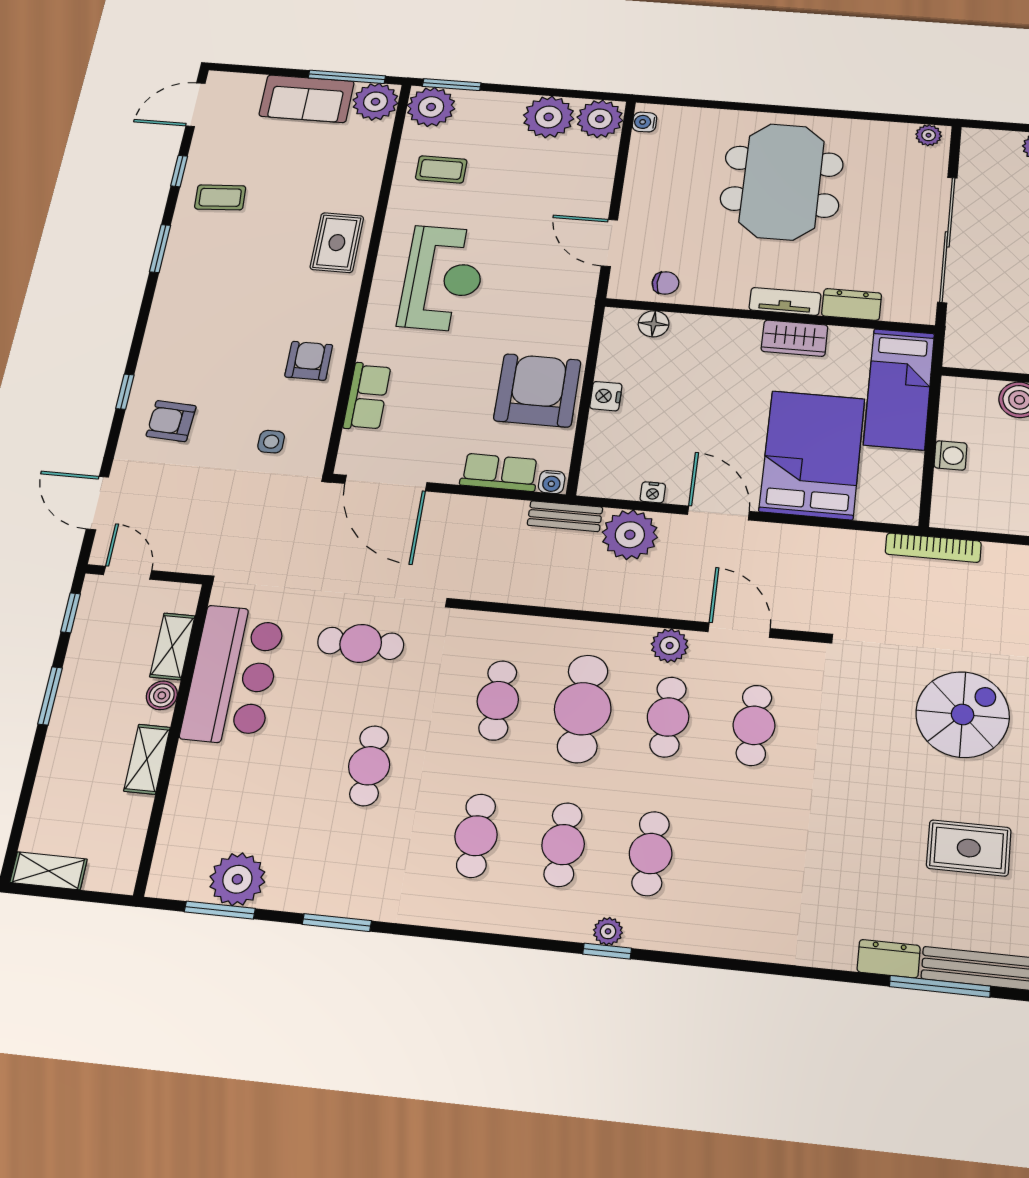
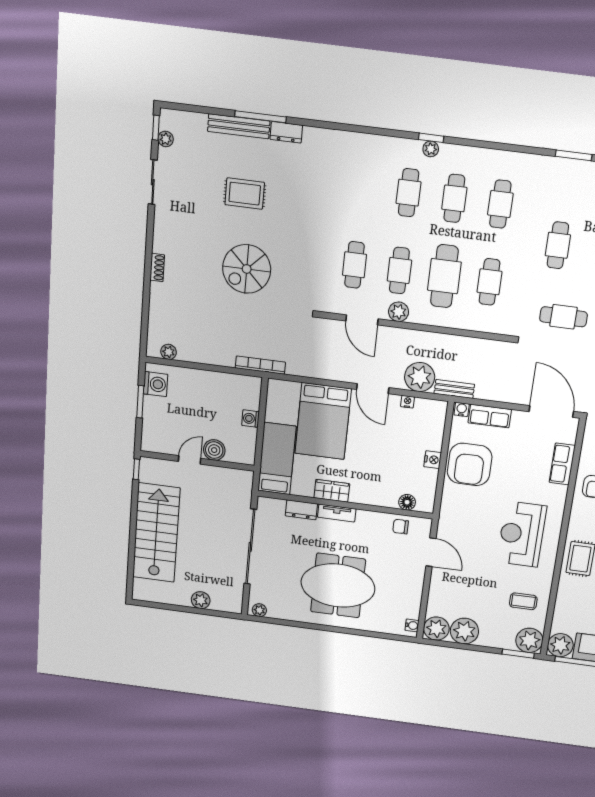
meeting table: (782, 182) -> (338, 586), turned 90

